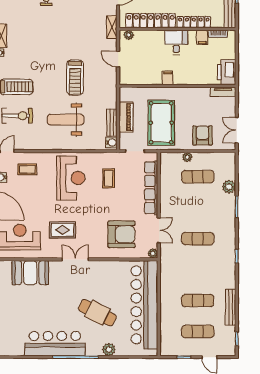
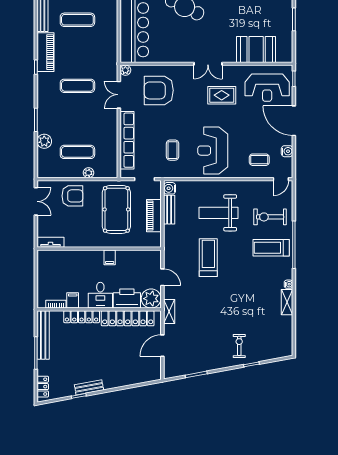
plant: (129, 35) -> (151, 299), width x1.88, depth x1.88
printer: (226, 72) -> (127, 299), moved, turned -90
weight bench: (66, 120) -> (218, 213), turned 180
armchair: (203, 135) -> (72, 196), turned -90
piano: (228, 270) -> (46, 52), added

